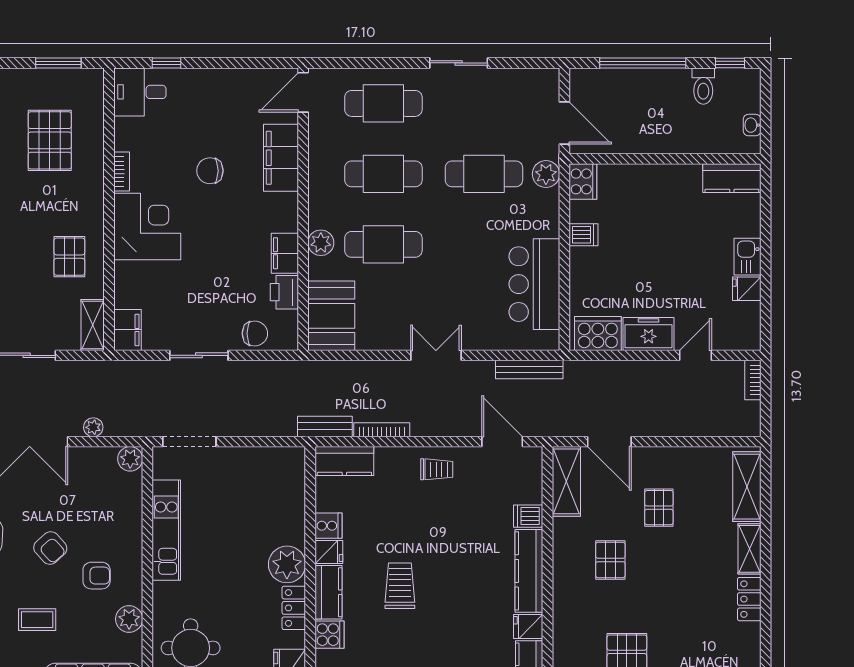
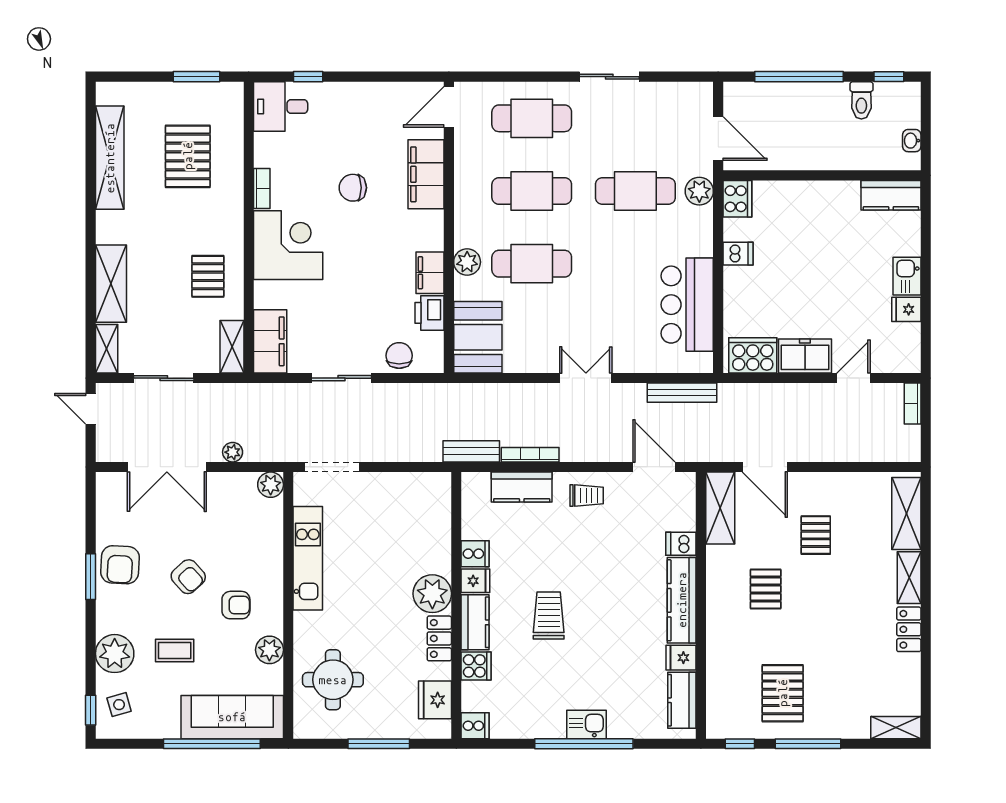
filing cabinet: (127, 330) -> (270, 341), width x1.50, depth x1.17
chair: (255, 333) -> (399, 356), turned -90
kitchen counter: (344, 461) -> (522, 487), moved

